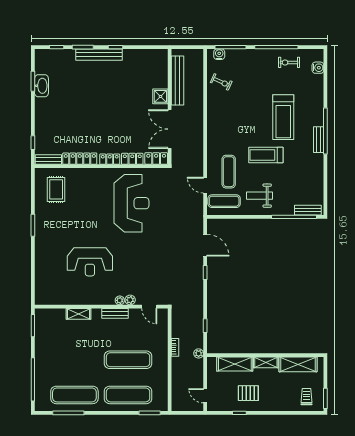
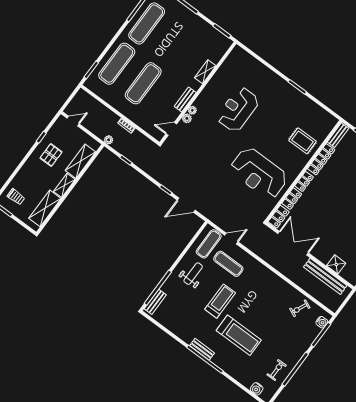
shower: (160, 96) -> (336, 264), moved
treadmill: (283, 117) -> (239, 335), turned 180
rug: (56, 189) -> (302, 141), moved

